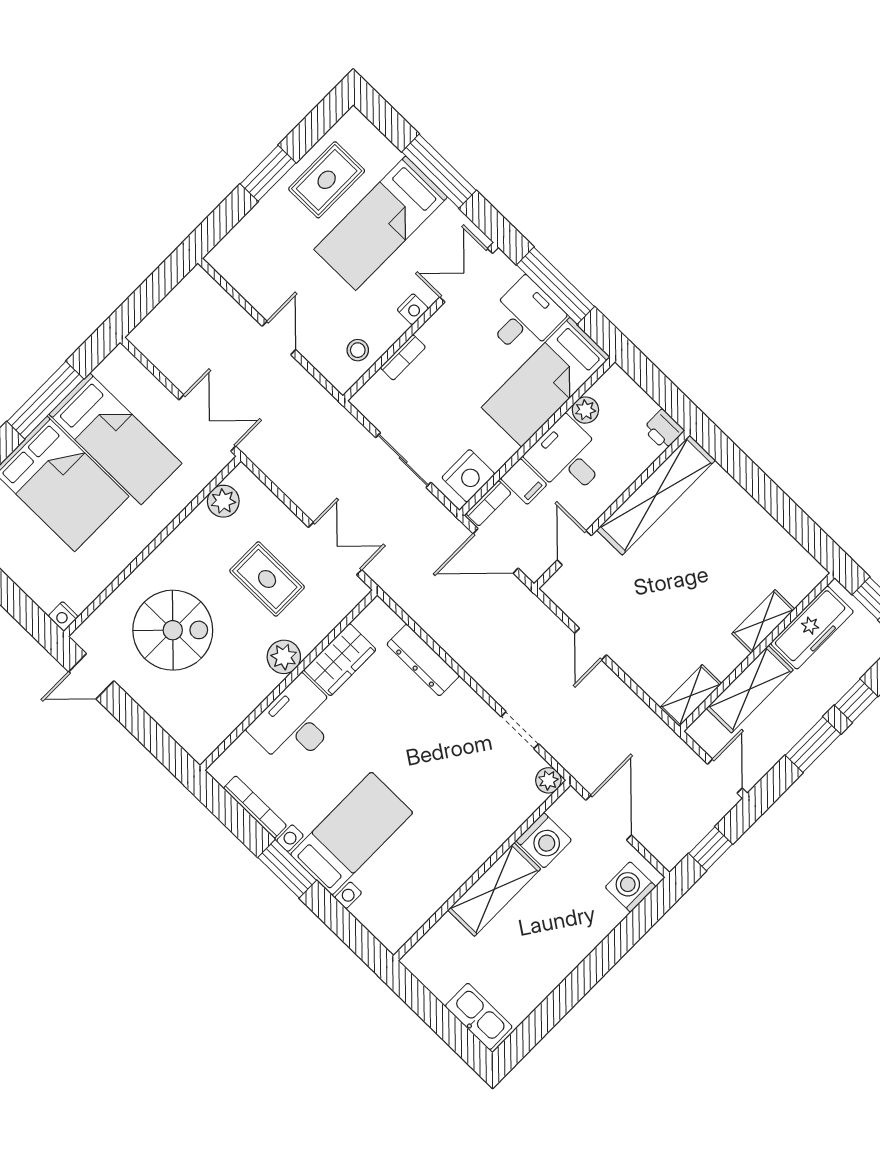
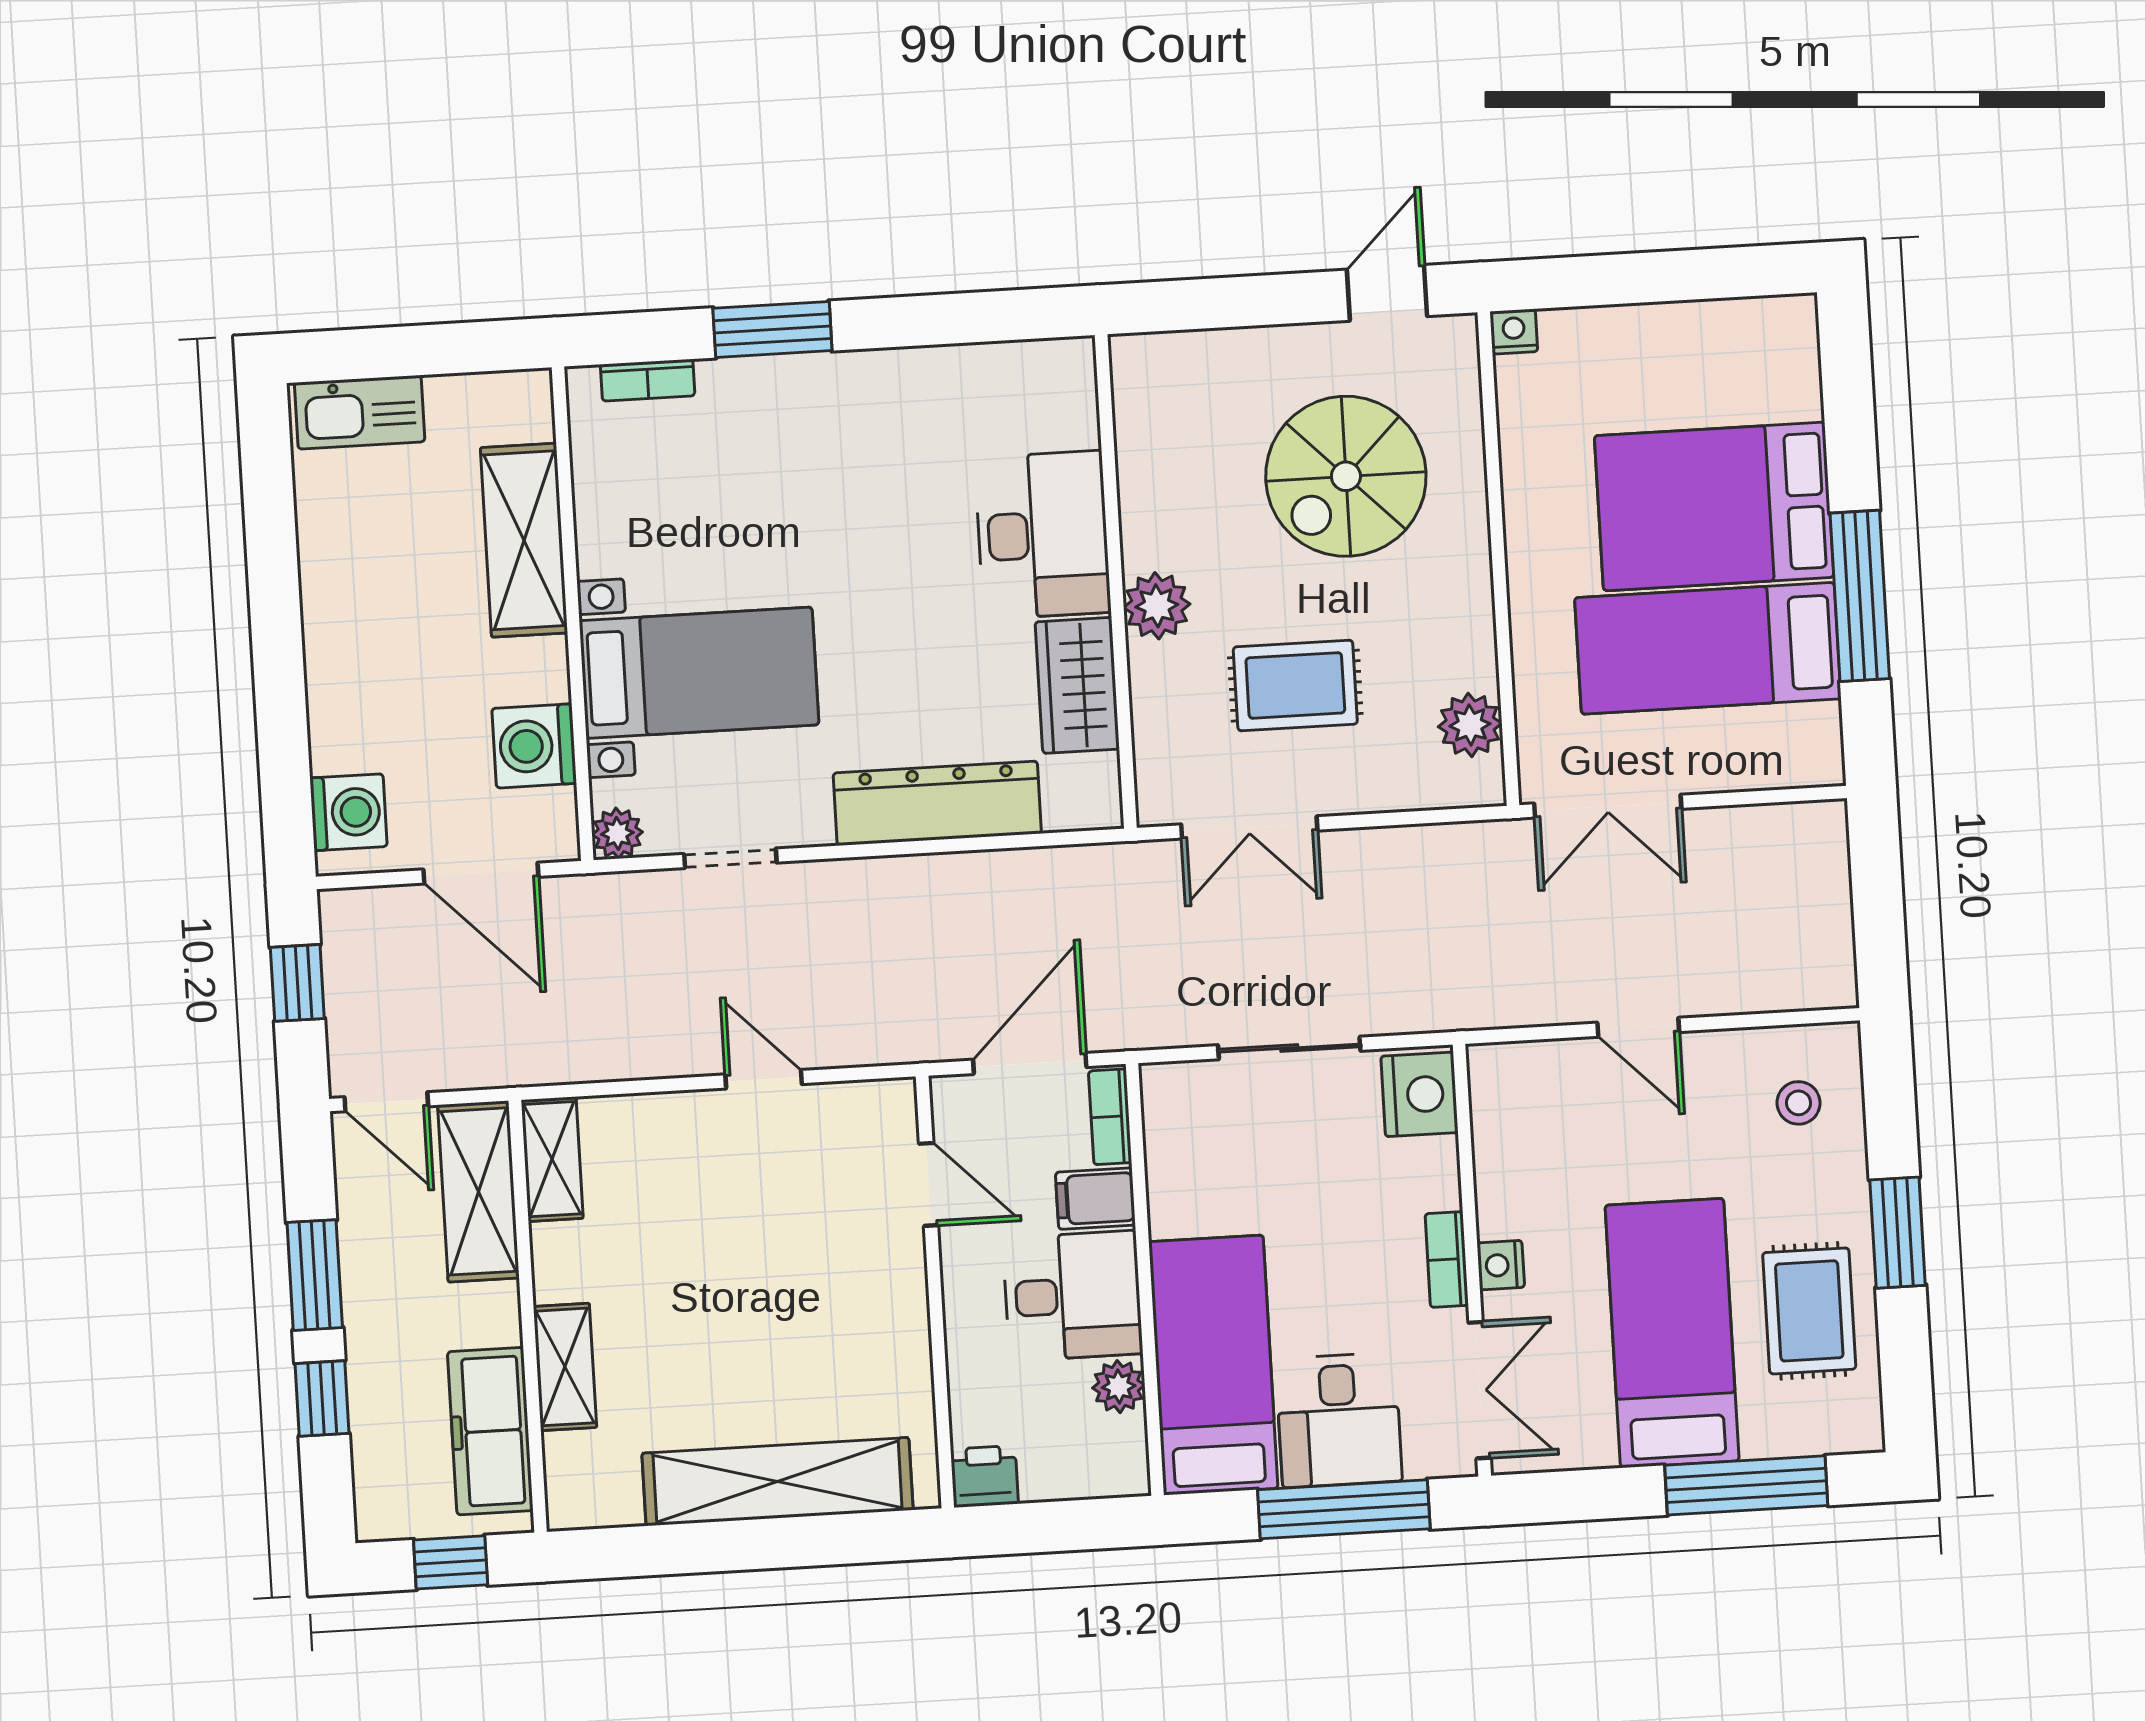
window: (439, 171) -> (1746, 1485), moved
stool: (358, 350) -> (1799, 1103), moved
bookcase: (403, 357) -> (1447, 1259), moved
nightstand: (468, 476) -> (1419, 1094), moved, turned 180
shelving: (656, 495) -> (777, 1482), moved, turned 90
dresser: (423, 660) -> (937, 803), width x1.37, depth x1.24
shelving: (750, 689) -> (478, 1191), moved
bookcase: (255, 807) -> (648, 380), moved, width x0.64
bed with nightstands: (352, 834) -> (699, 673), moved, turned -90
window: (287, 869) -> (772, 329), moved
shelving: (494, 889) -> (524, 540), moved

